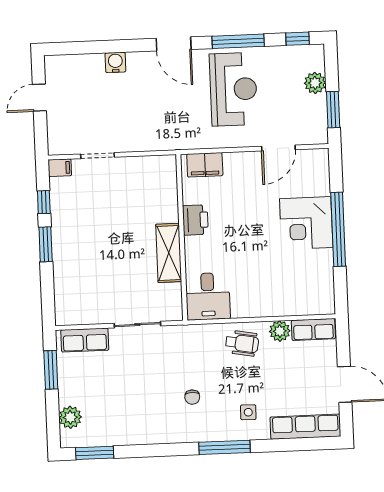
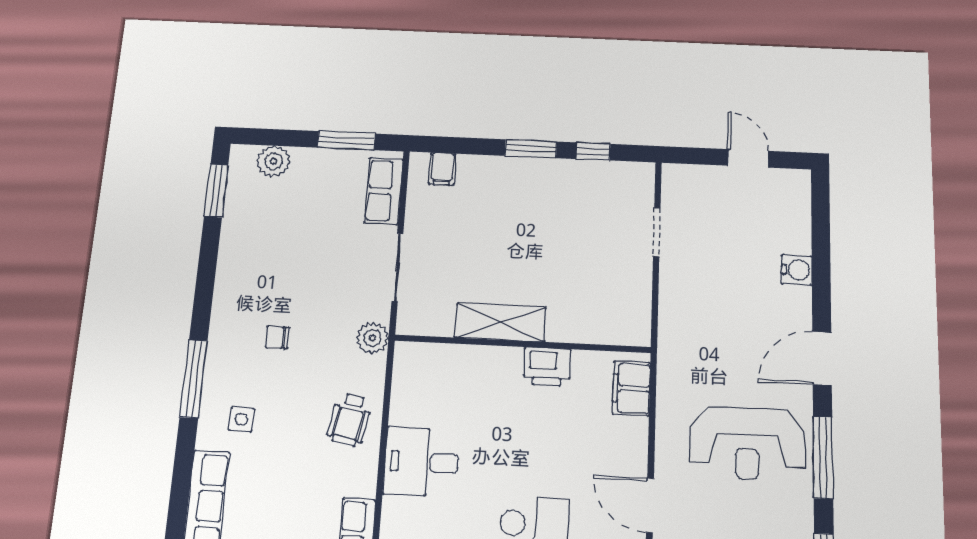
filing cabinet: (60, 168) -> (442, 169), moved
desk: (208, 296) -> (422, 462), moved
plant: (280, 331) -> (373, 338), moved

